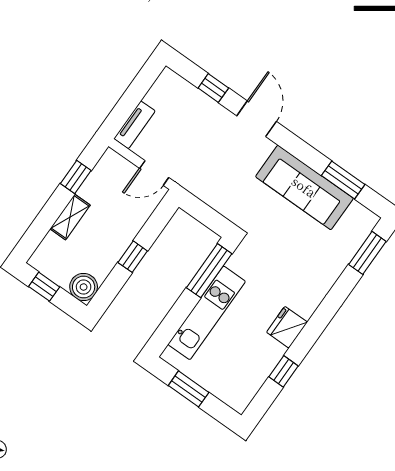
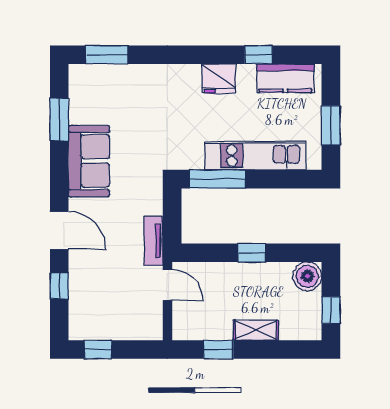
window: (142, 83) -> (98, 349), added
door: (257, 119) -> (59, 230), swing flipped
tv unit: (134, 125) -> (153, 241), moved, turned -90
sofa: (304, 187) -> (89, 161), width x0.73
kitchen counter: (250, 379) -> (285, 78), added

